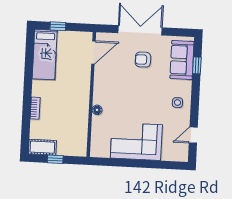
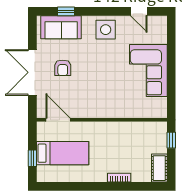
bed: (45, 54) -> (63, 153), moved
side table: (177, 103) -> (106, 30), width x1.87, depth x1.87
floor lamp: (97, 110) -> (118, 113), removed
window: (55, 159) -> (171, 140), moved

